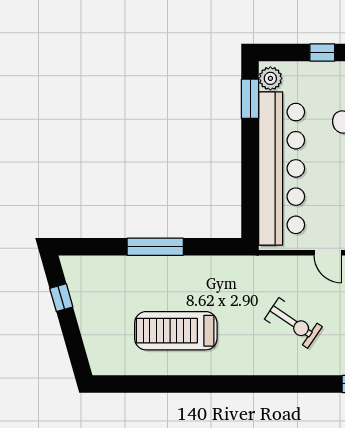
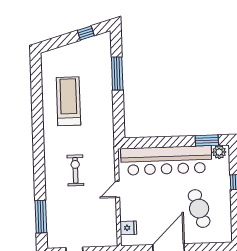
window: (155, 247) -> (117, 74), moved
exercise bike: (293, 323) -> (75, 170), turned 146

